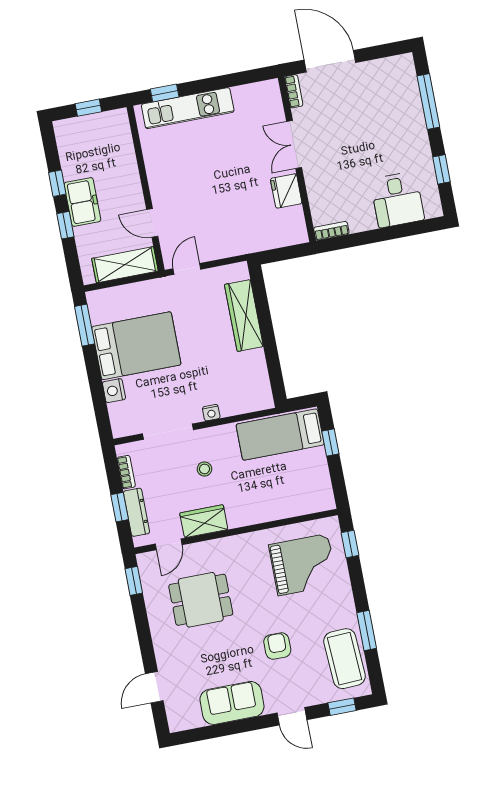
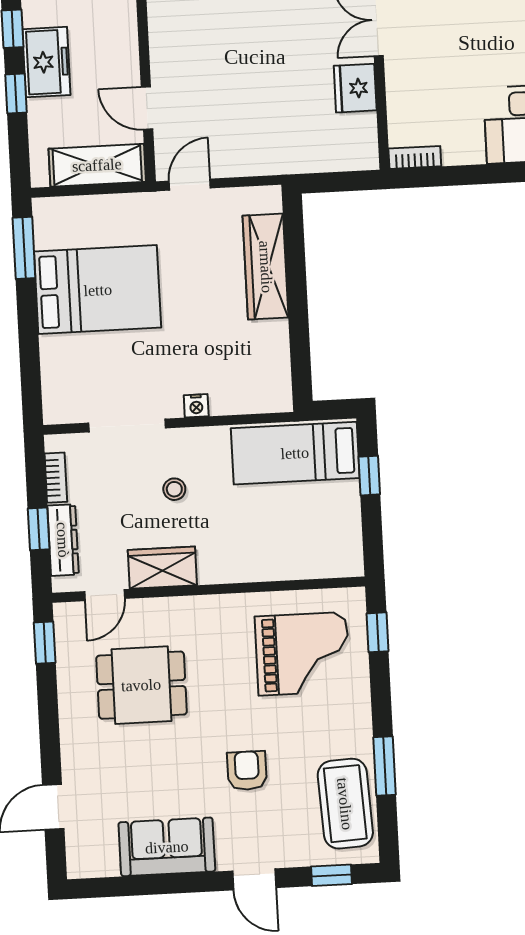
nightstand: (114, 391) -> (55, 352), removed

